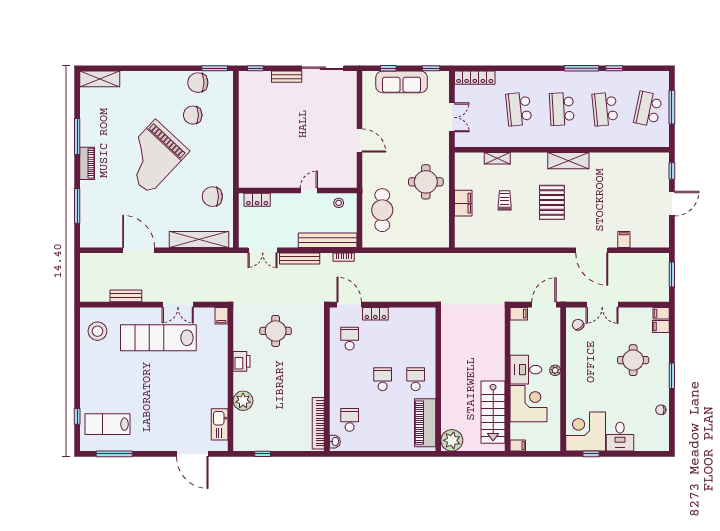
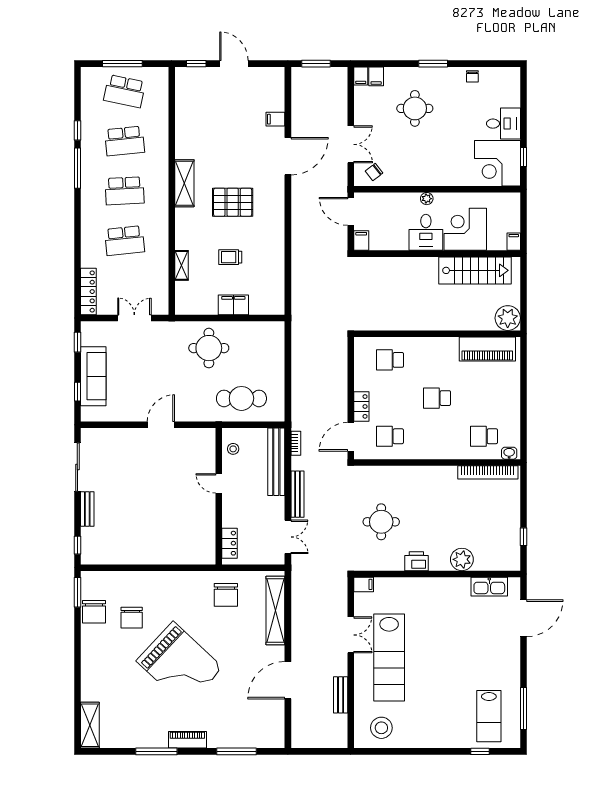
school desk: (416, 379) -> (390, 360), moved

